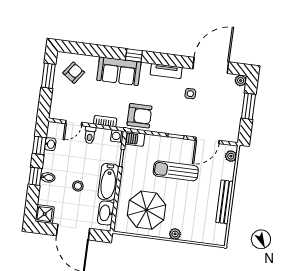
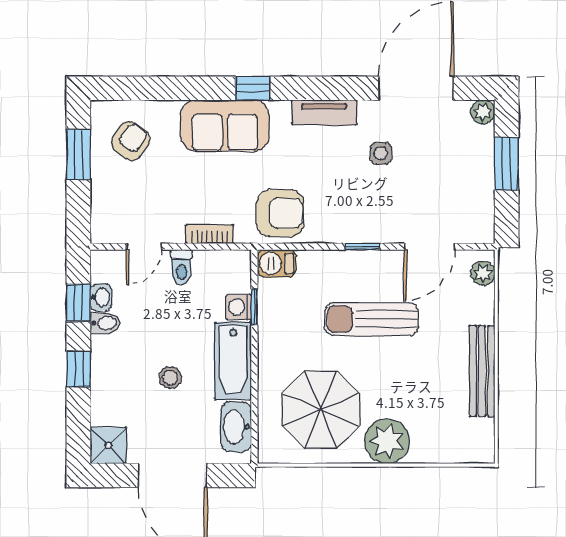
washing machine: (117, 136) -> (239, 307), moved
bidet: (48, 177) -> (105, 323), moved
plant: (175, 234) -> (387, 441), width x1.88, depth x1.88

